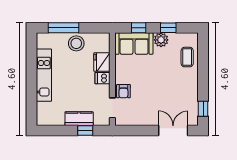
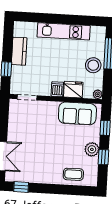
plant: (105, 37) -> (98, 94), added
sofa: (134, 44) -> (77, 113), moved, turned -90
armchair: (123, 91) -> (43, 109), removed
kitchen counter: (79, 119) -> (19, 51), moved

